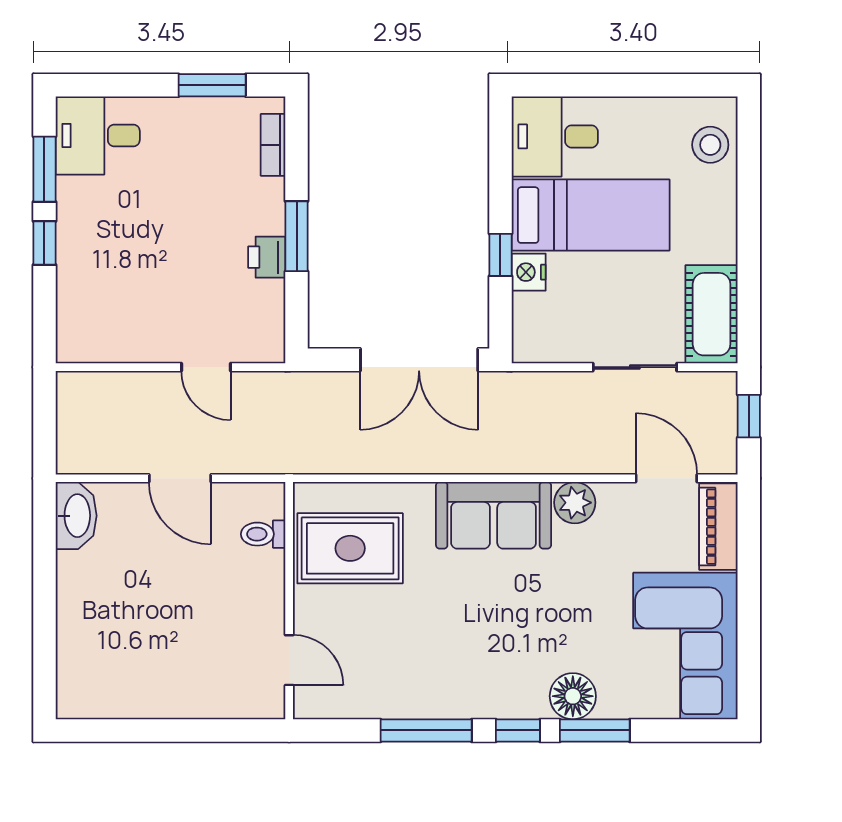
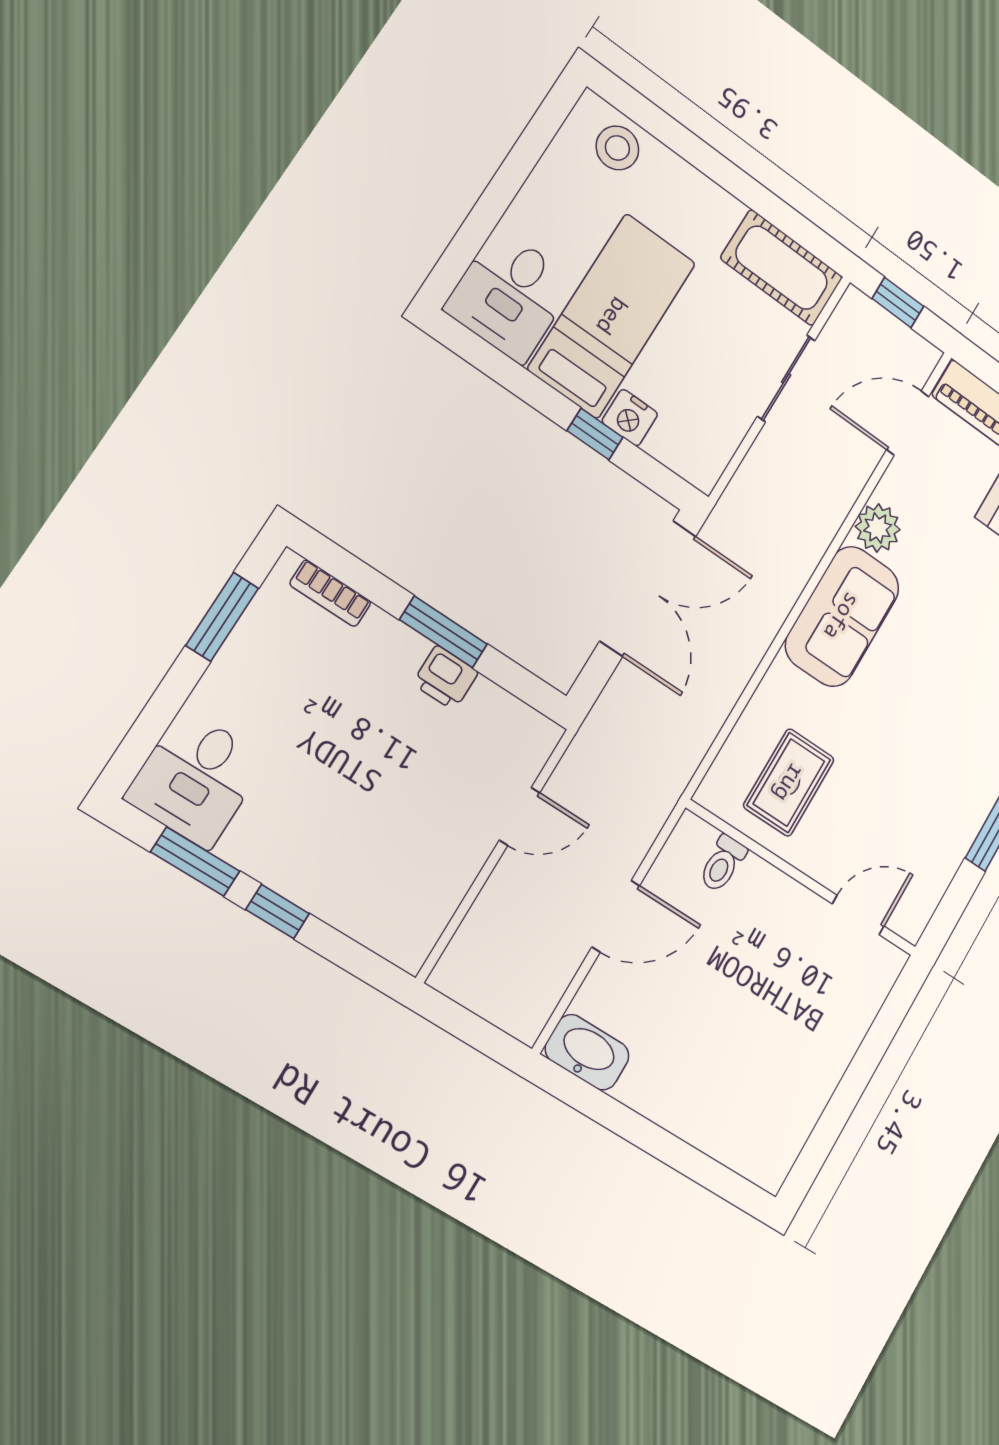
rug: (350, 548) -> (789, 783), width x0.73, depth x0.70

